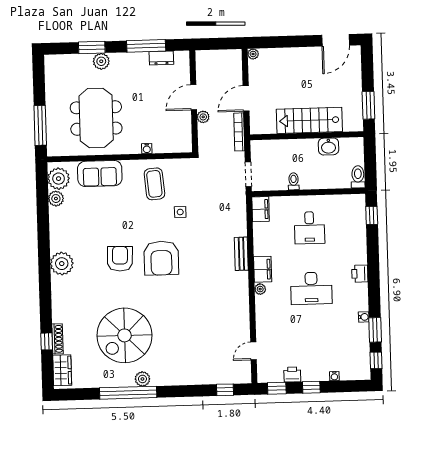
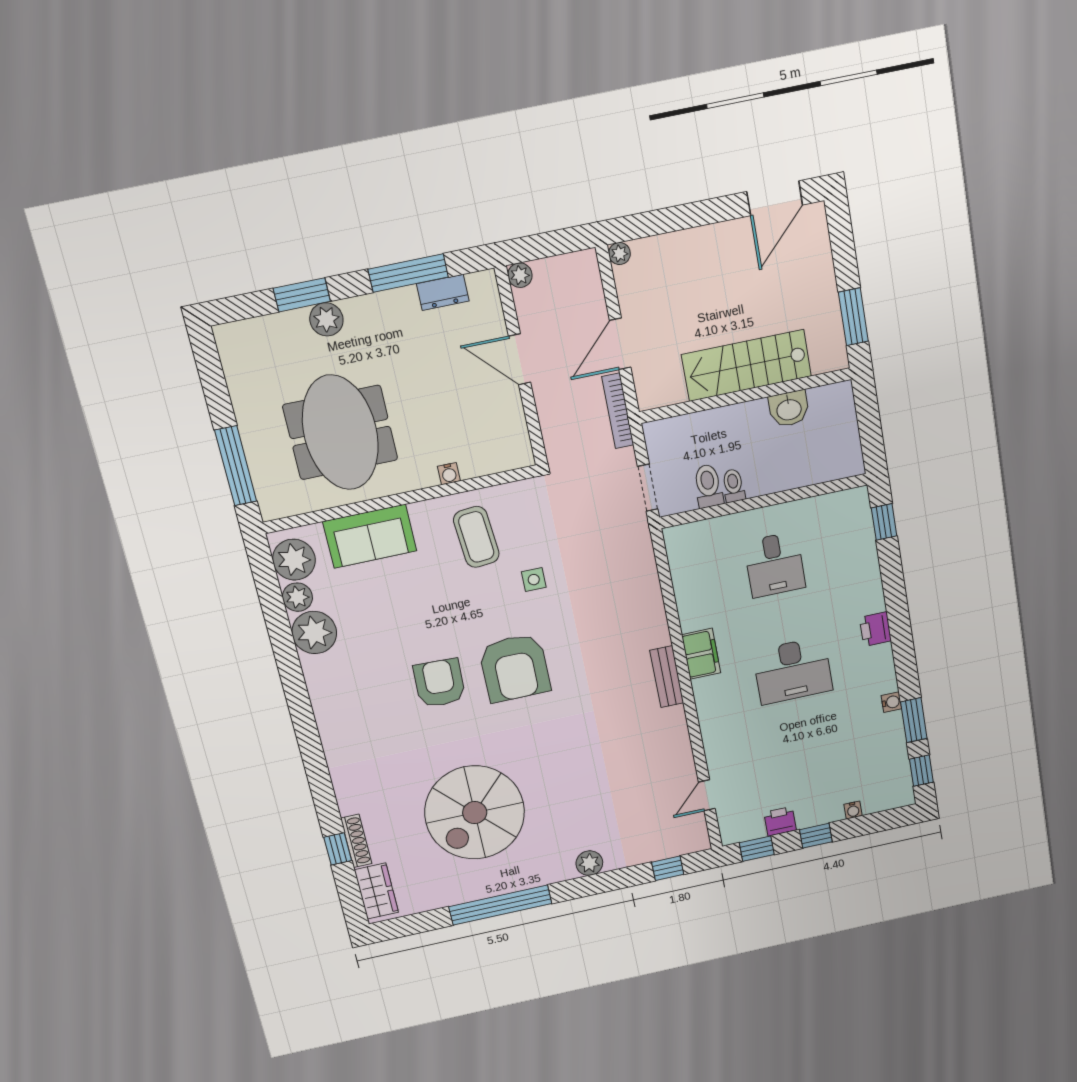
door: (194, 97) -> (520, 359), hinge flipped
plant: (203, 117) -> (520, 275), moved
toilet: (358, 177) -> (708, 486), moved
filing cabinet: (261, 209) -> (681, 548), removed
bench: (241, 254) -> (667, 677), moved
plant: (62, 264) -> (314, 633), moved
plant: (260, 289) -> (702, 689), removed
plant: (142, 379) -> (589, 863), moved

